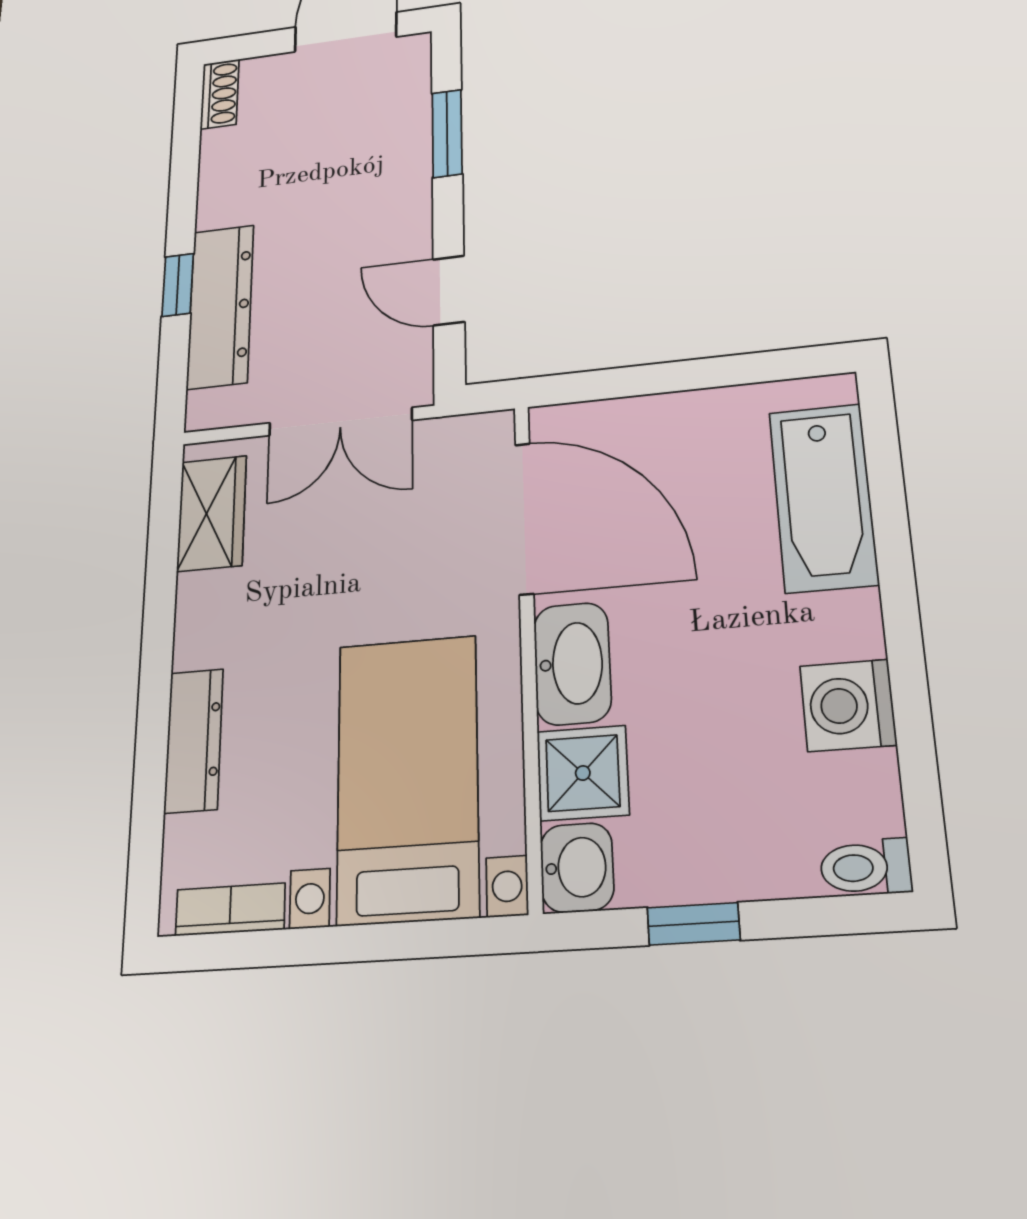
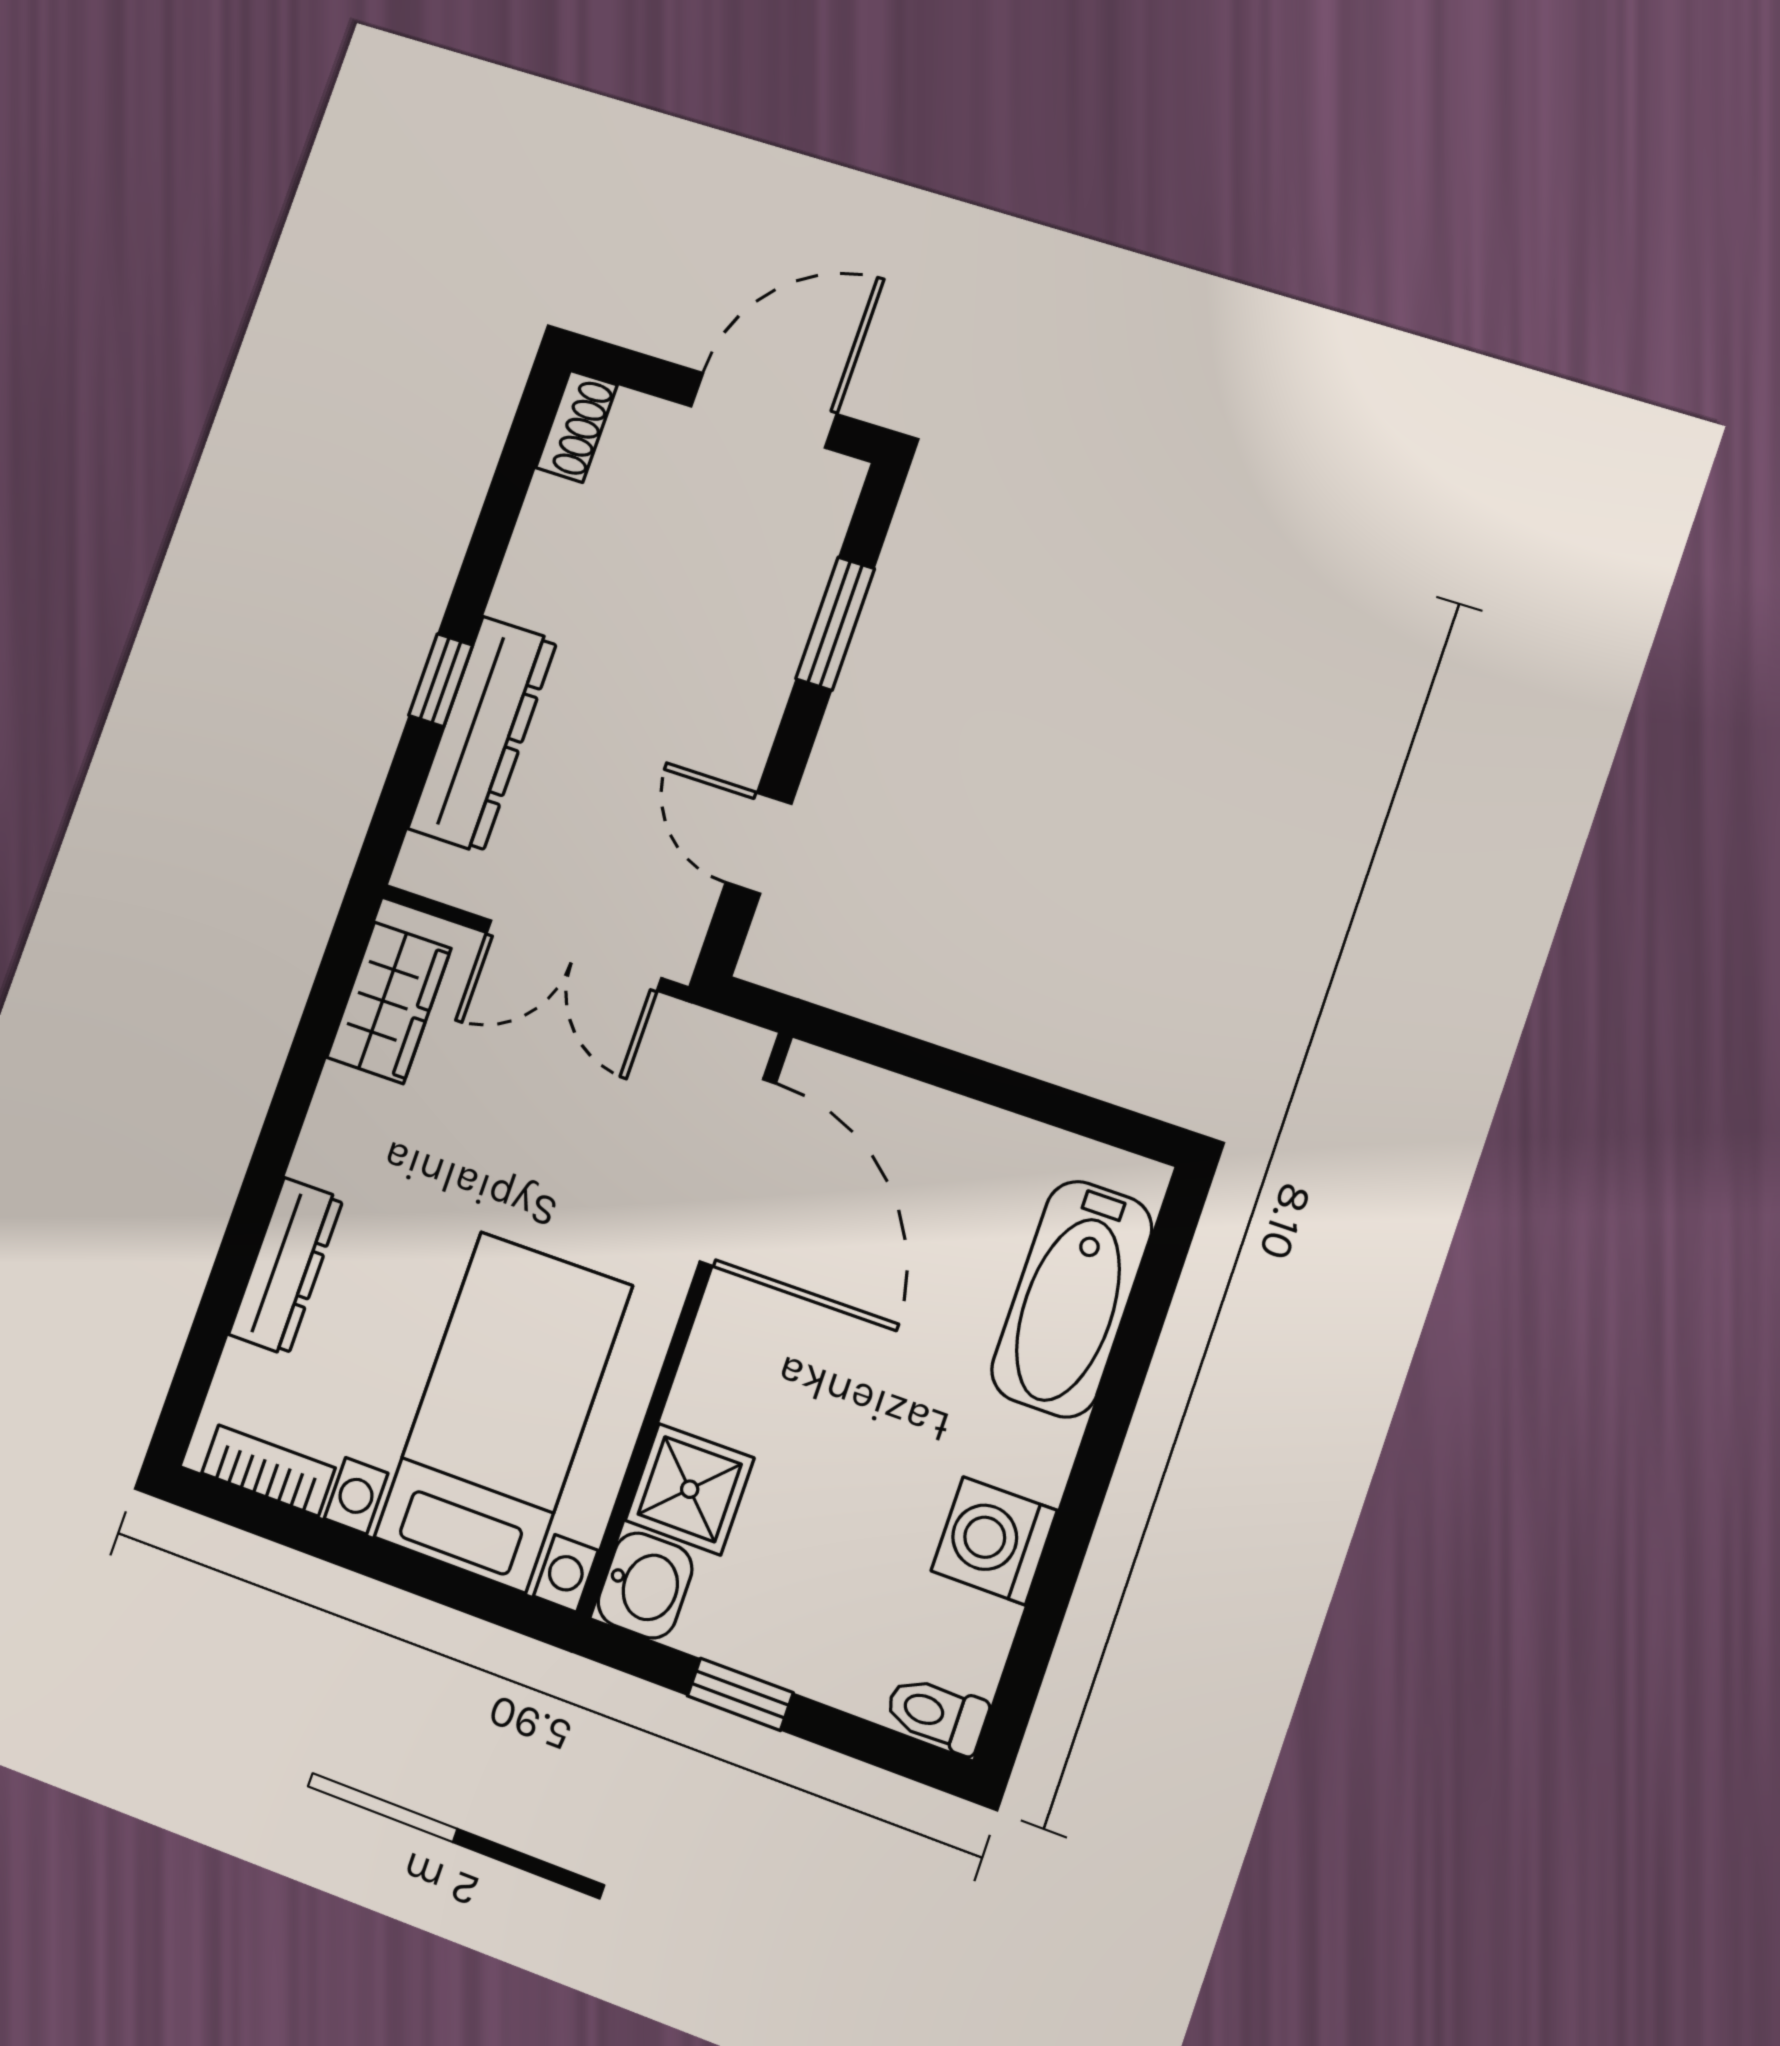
washbasin: (572, 663) -> (725, 1365), removed

